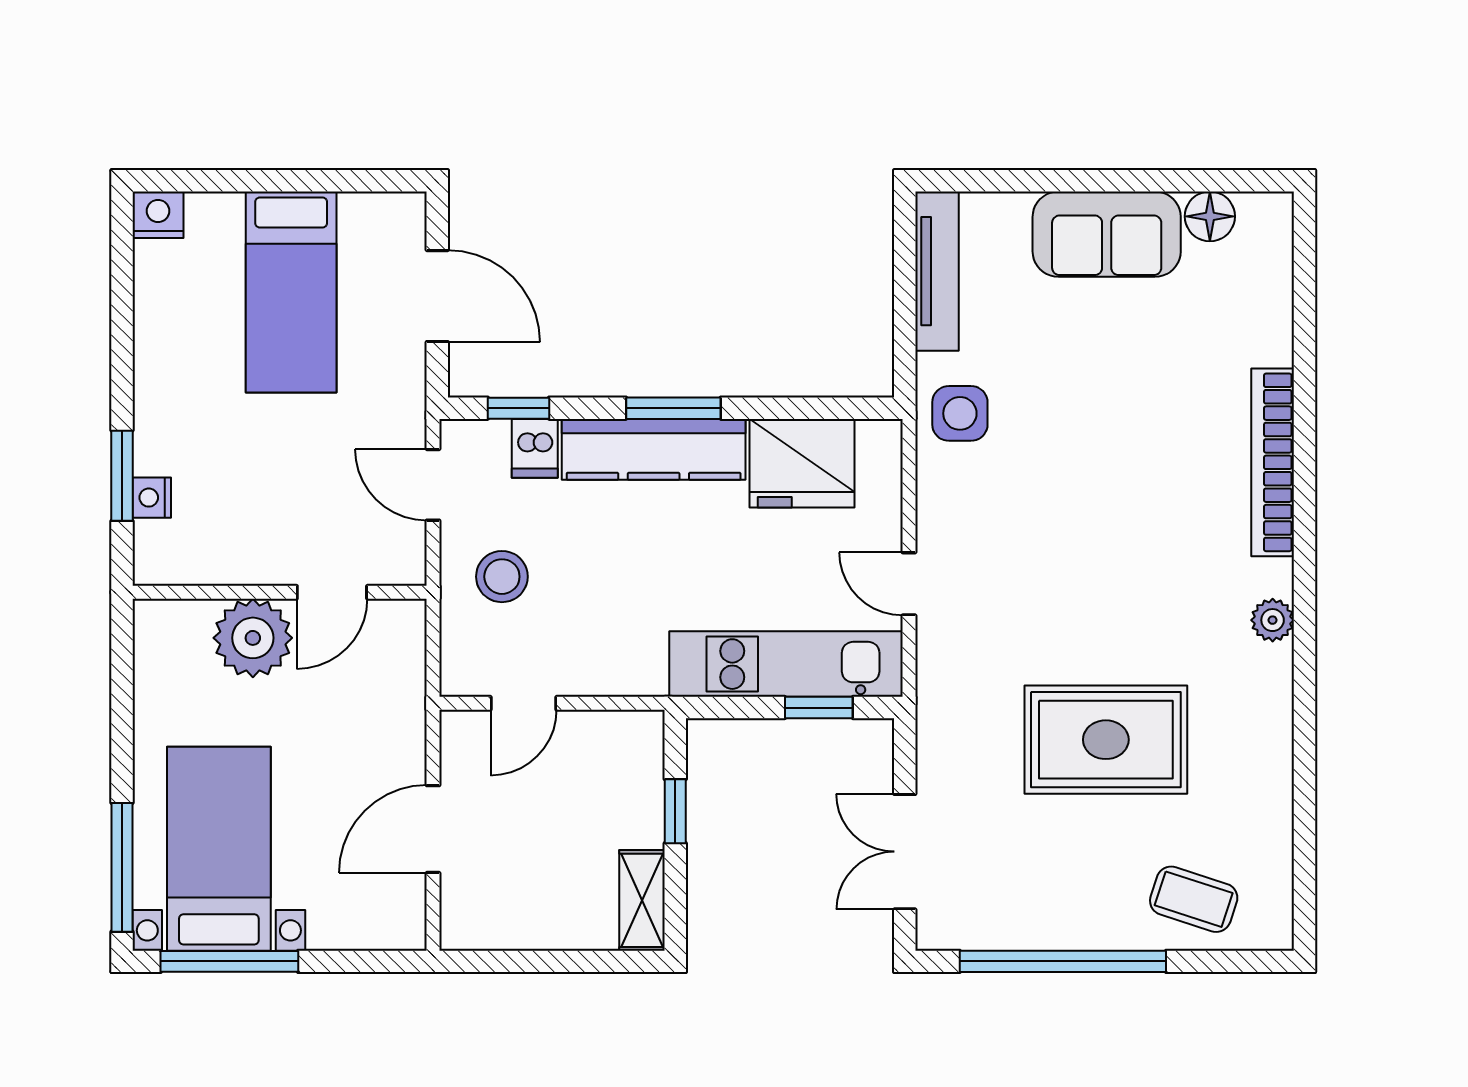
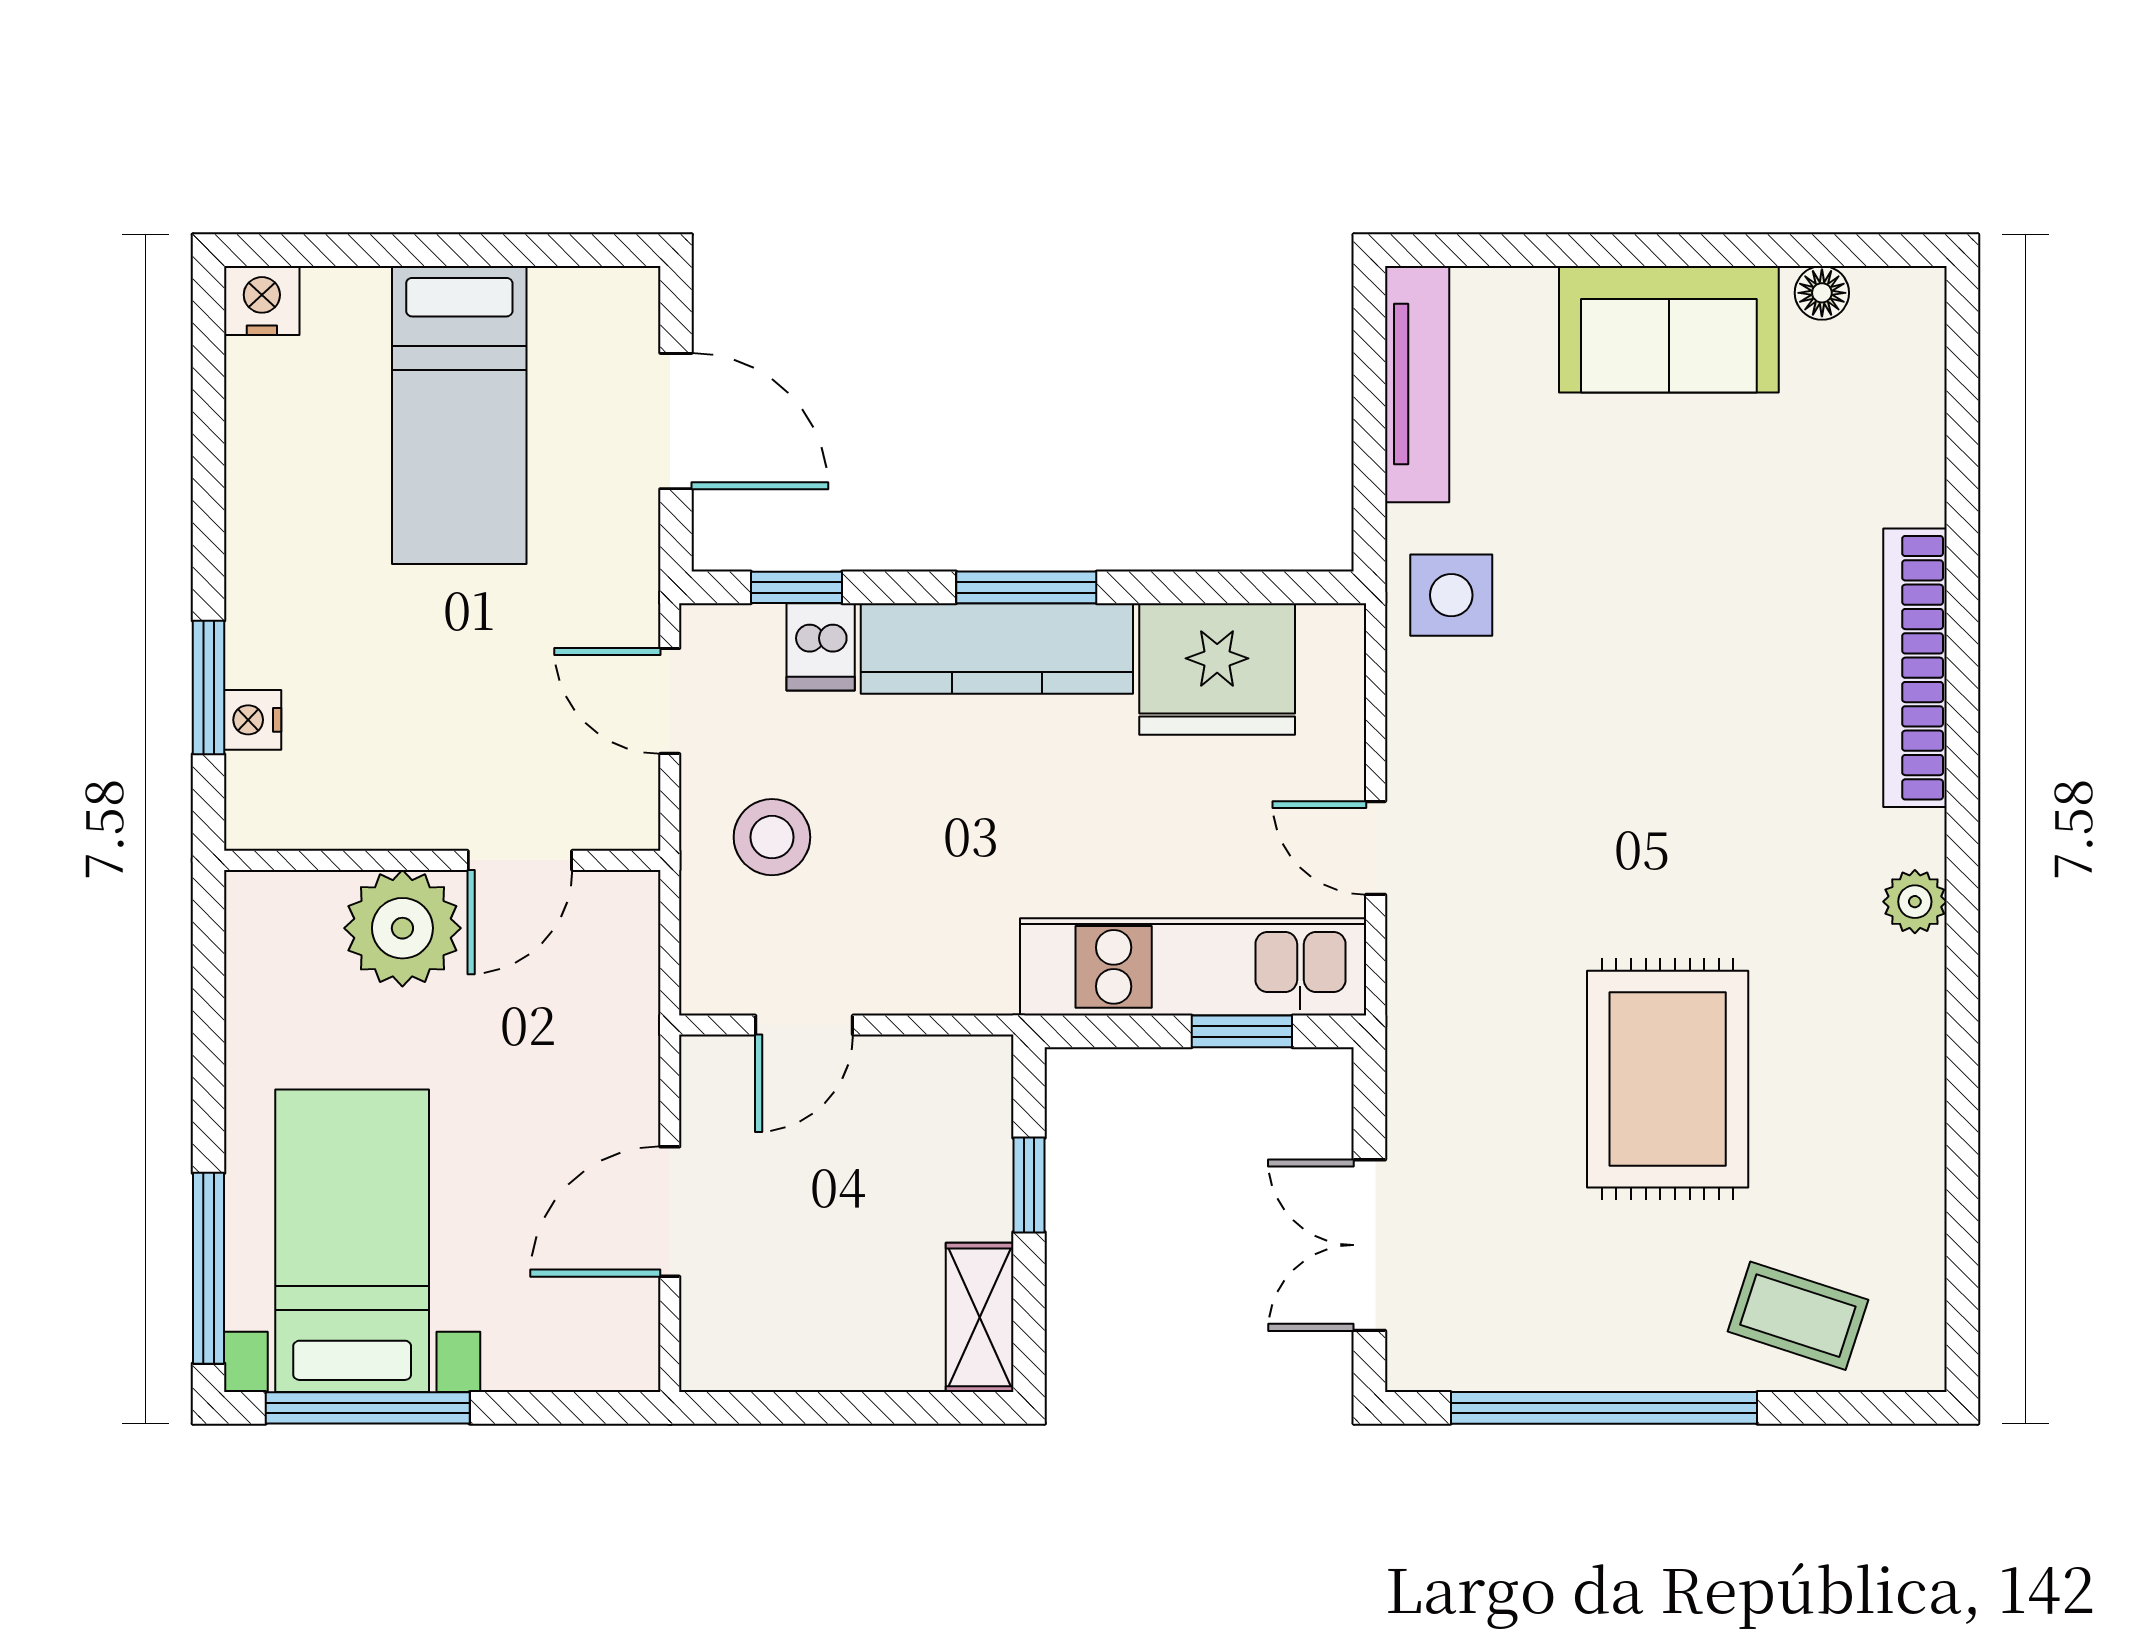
floor lamp: (1210, 216) -> (1822, 293), width x0.73, depth x0.73
rug: (1106, 740) -> (1668, 1079), turned 90

